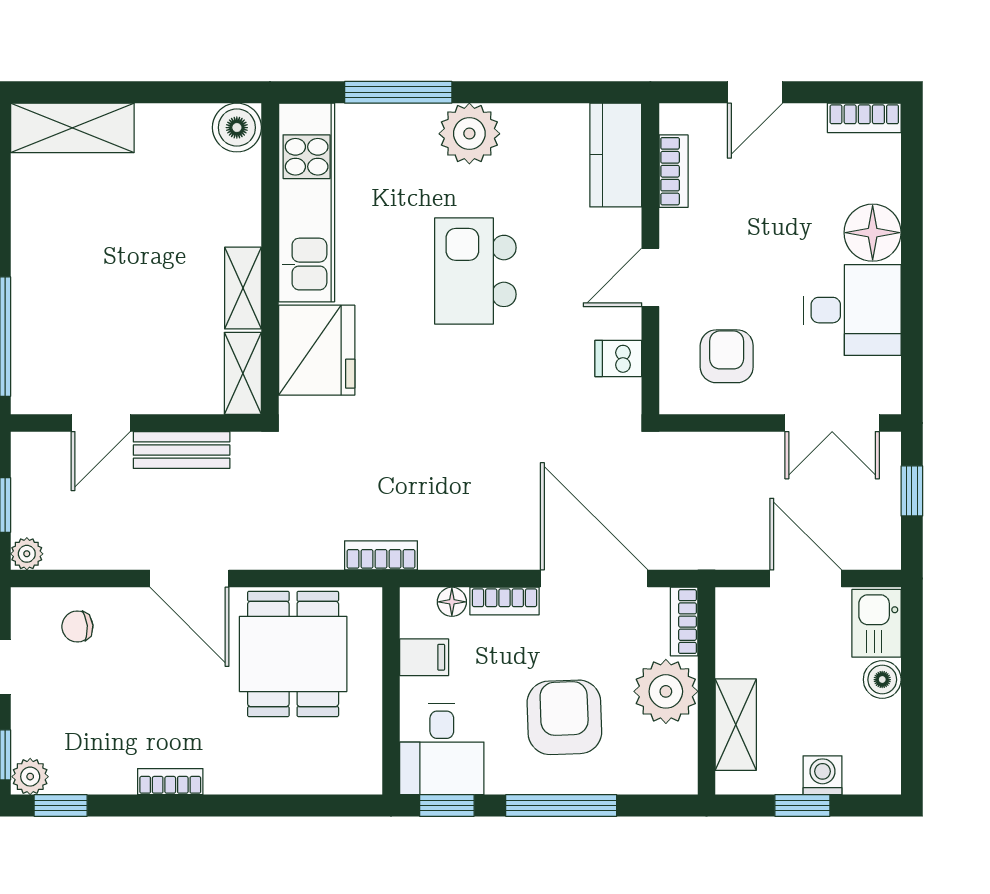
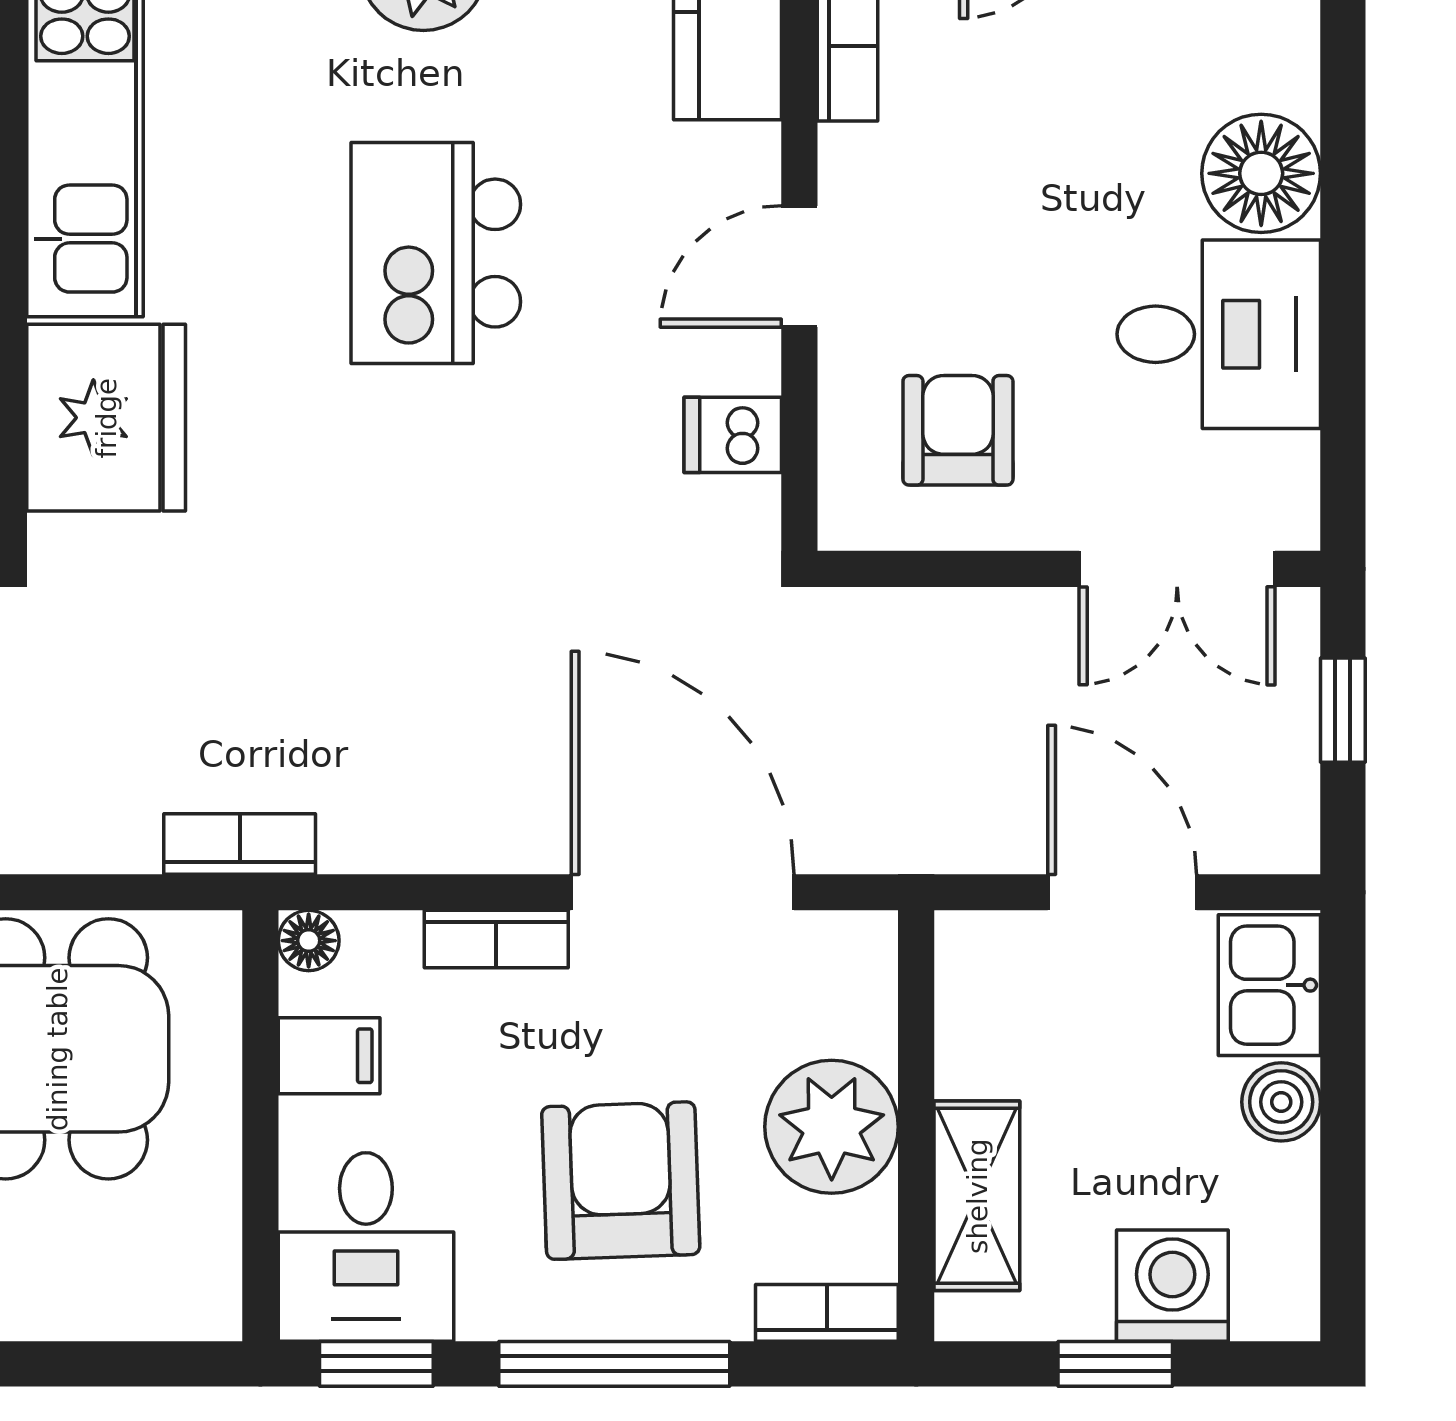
floor lamp: (452, 602) -> (309, 941), moved
bookcase: (684, 622) -> (827, 1313), moved, turned 90
washing machine: (822, 775) -> (1172, 1286), width x1.38, depth x1.38

